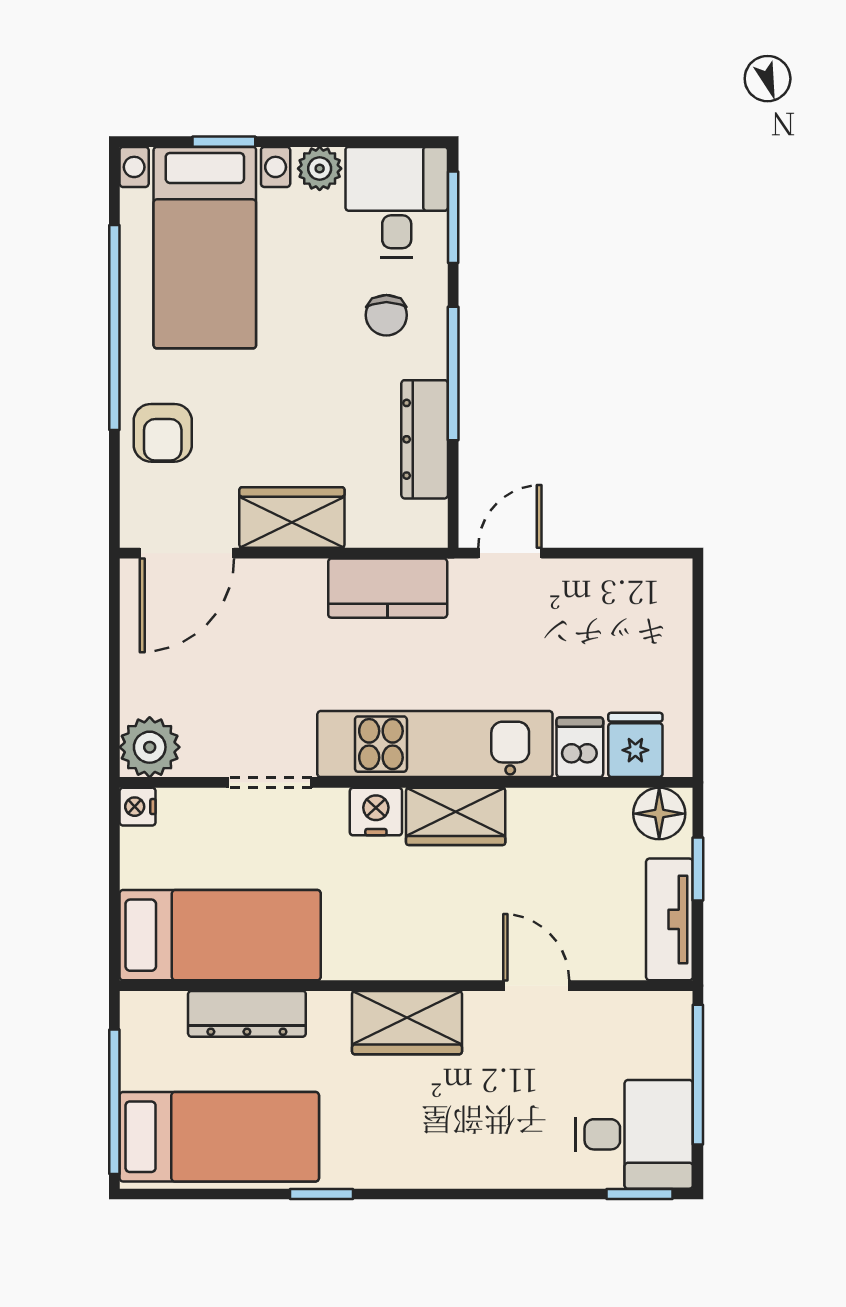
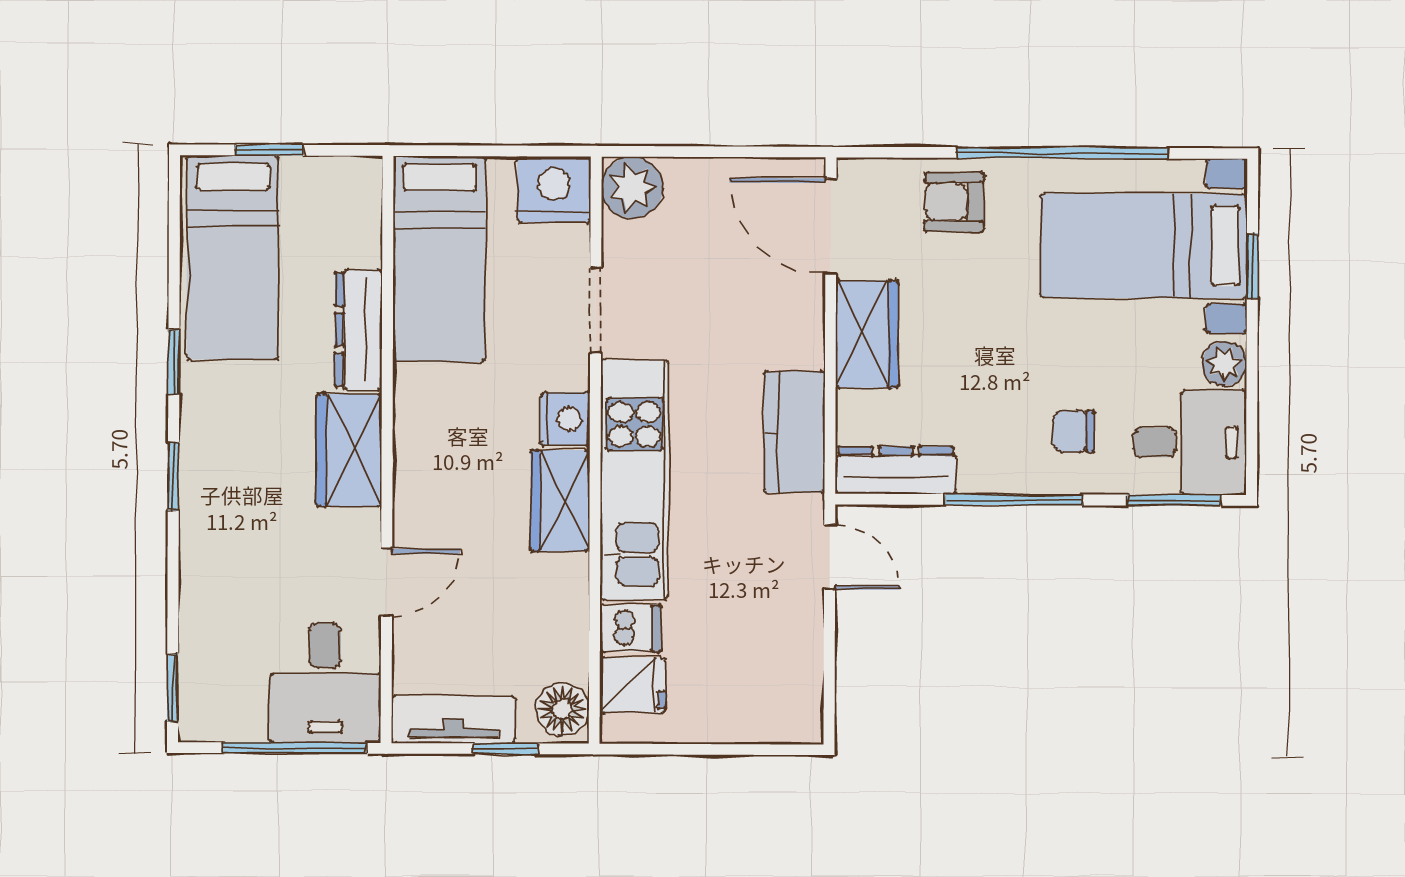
dresser: (425, 439) -> (896, 470), moved
nightstand: (138, 807) -> (554, 189), width x1.89, depth x1.79
dresser: (247, 1014) -> (359, 329), moved
window: (114, 1102) -> (269, 150), width x0.46
desk: (634, 1134) -> (325, 683), moved
window: (433, 1194) -> (173, 476), added

